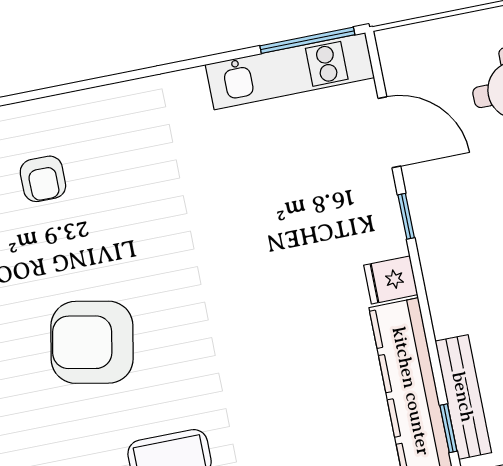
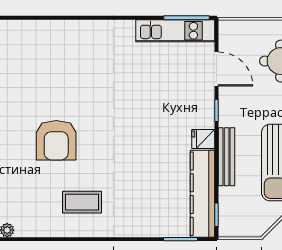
armchair: (43, 179) -> (48, 58), removed
armchair: (92, 342) -> (56, 140), turned -101
bench: (463, 397) -> (227, 157), moved

